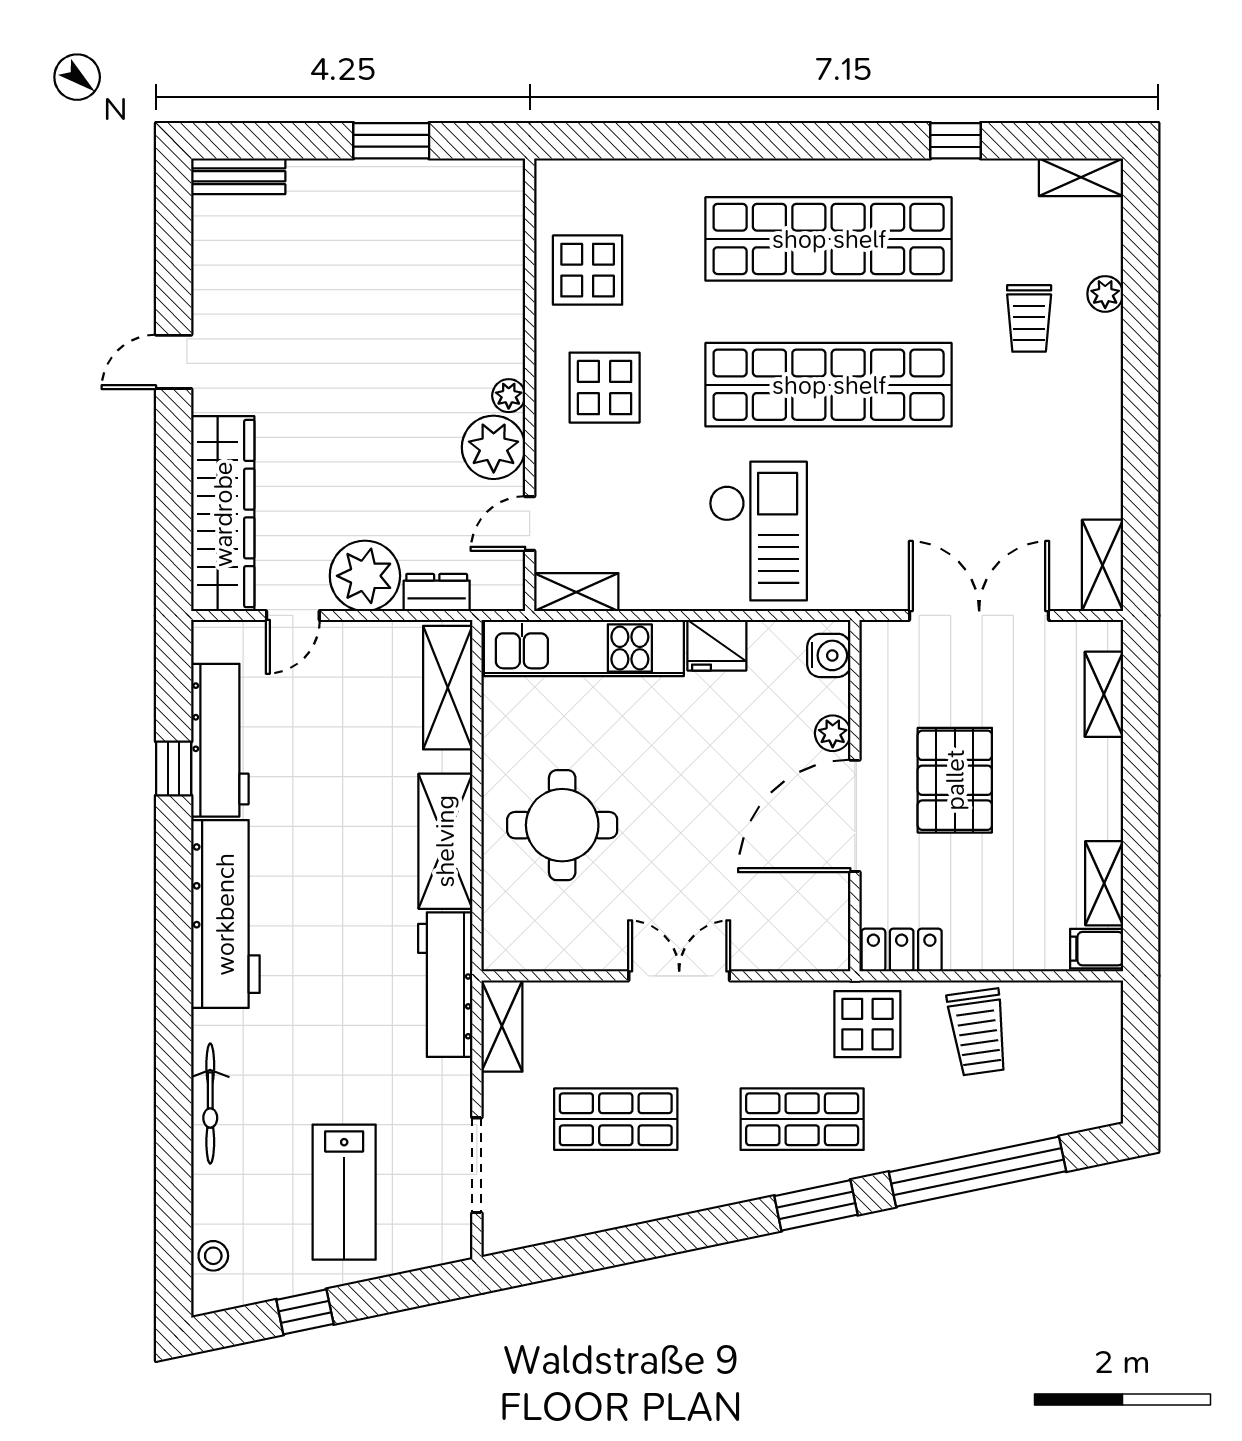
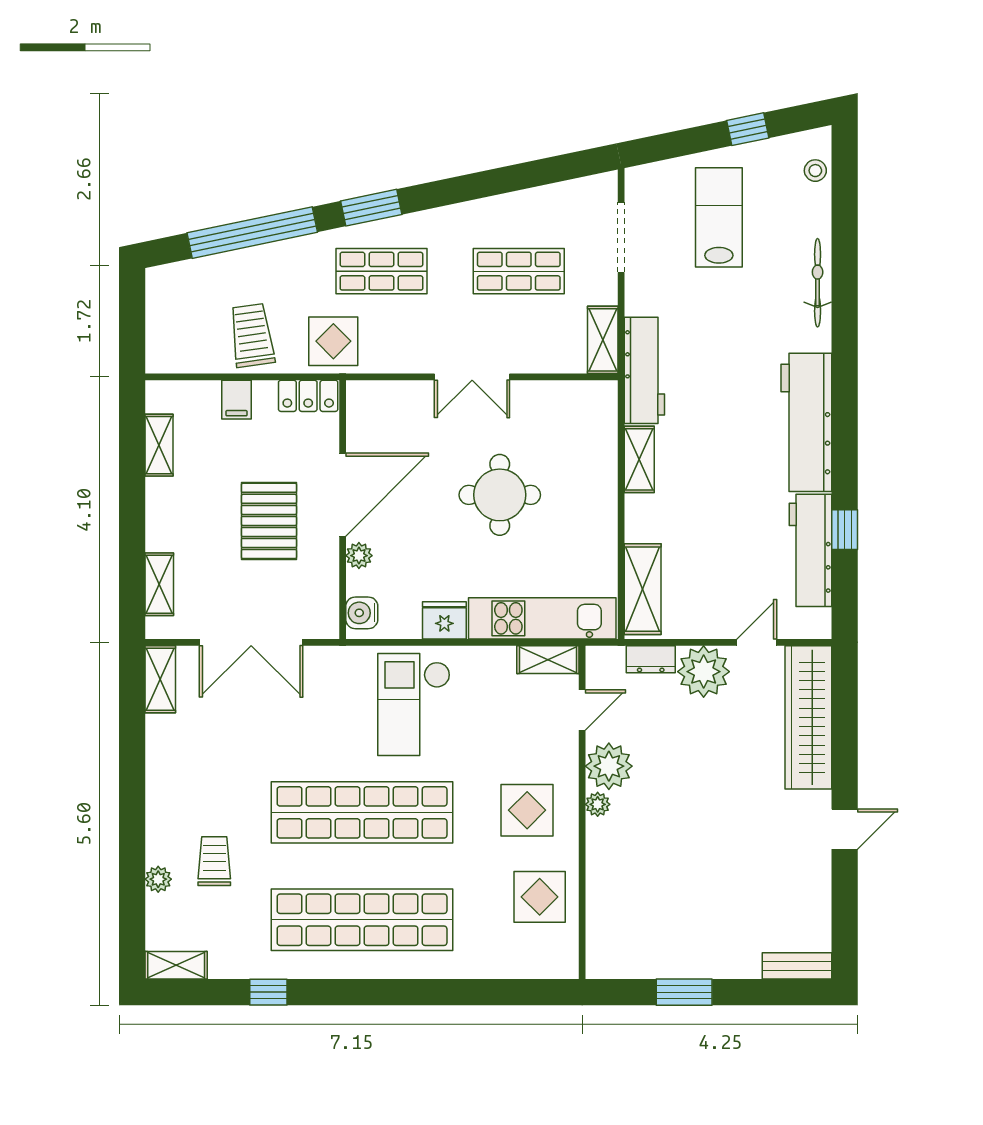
round table: (562, 825) -> (500, 495), moved
shelving: (445, 841) -> (639, 459), width x0.67, depth x0.75
filing cabinet: (1097, 949) -> (236, 400), moved, turned 90

